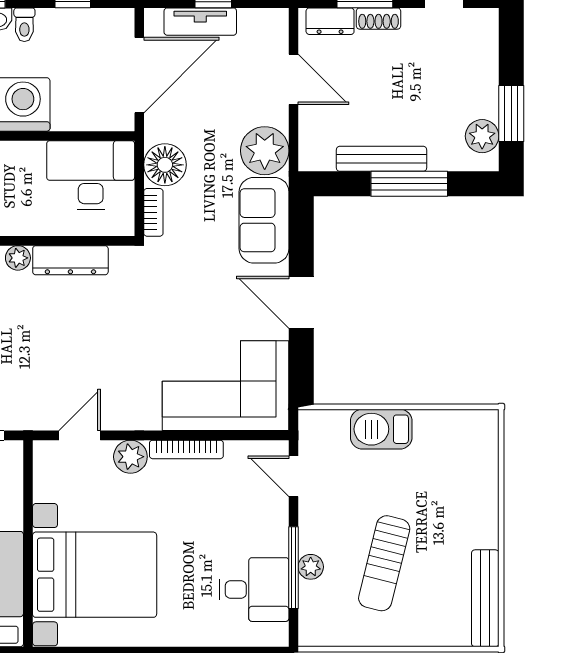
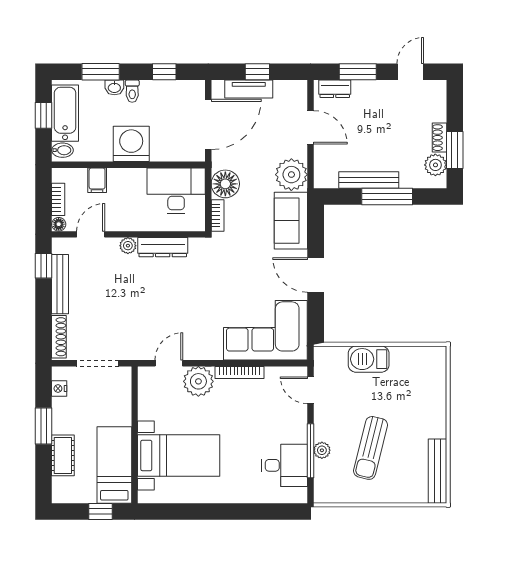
shoe rack: (379, 19) -> (439, 138), moved, turned 90
plant: (130, 457) -> (198, 381), width x1.36, depth x1.36
bed with nightstands: (95, 575) -> (179, 455), width x0.73

